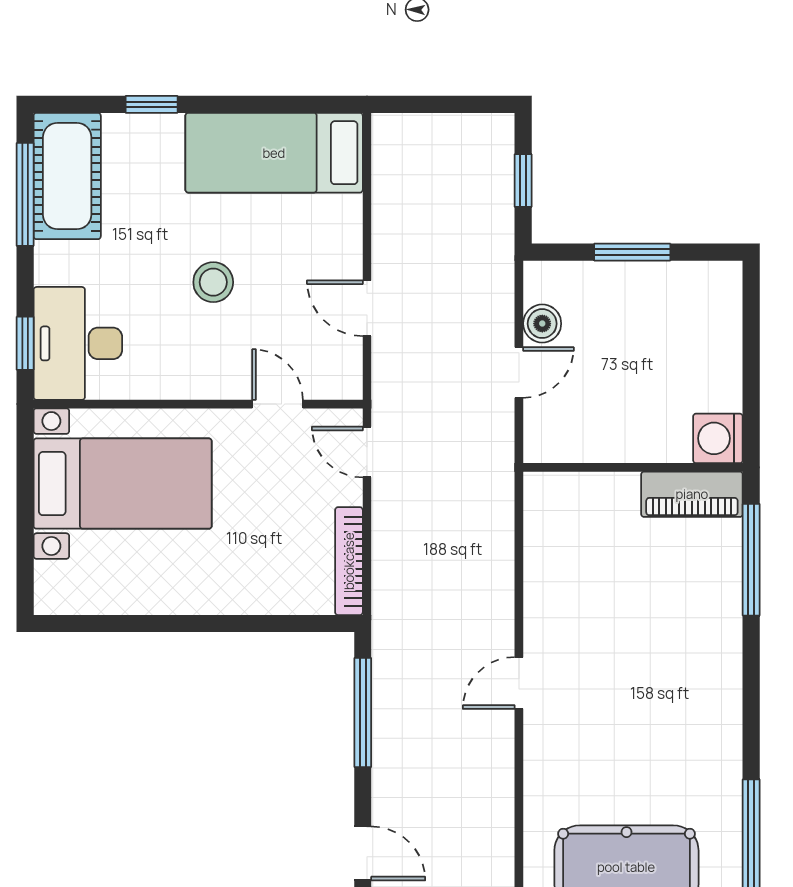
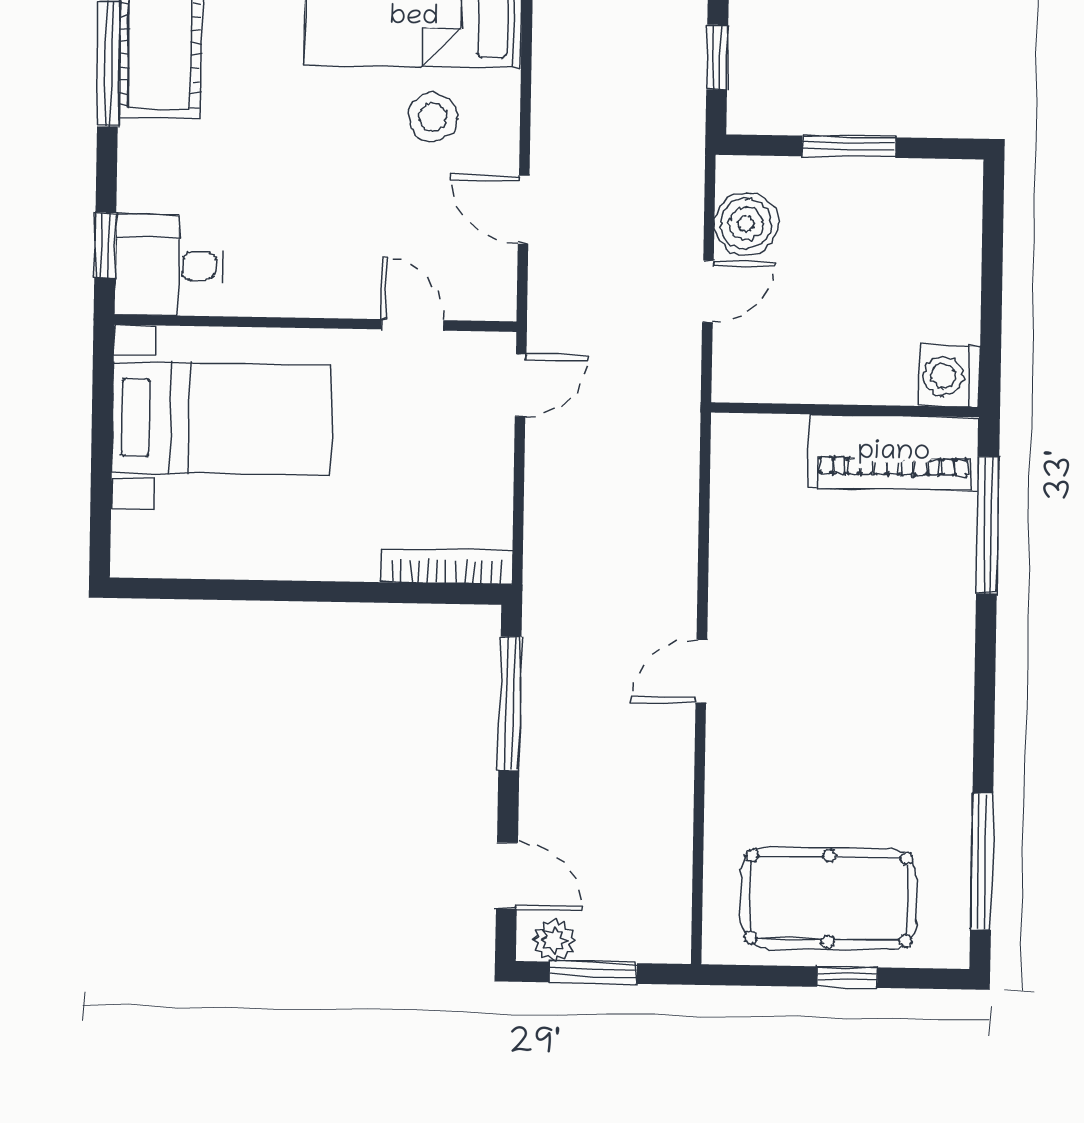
stool: (213, 282) -> (433, 117), moved
boiler: (542, 324) -> (746, 224), width x1.36, depth x1.36
desk: (78, 343) -> (169, 265), width x0.73
door: (367, 452) -> (521, 385), swing flipped
piano: (692, 494) -> (894, 453), width x1.37, depth x1.33
bookcase: (349, 561) -> (446, 566), moved, turned 90

